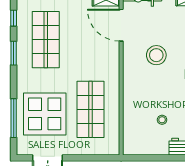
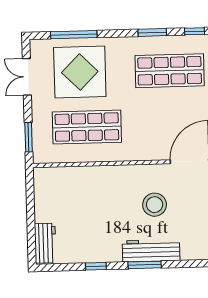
stool: (162, 120) -> (77, 214), removed
window: (97, 158) -> (29, 137), added

